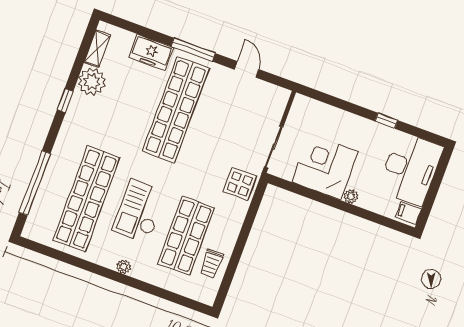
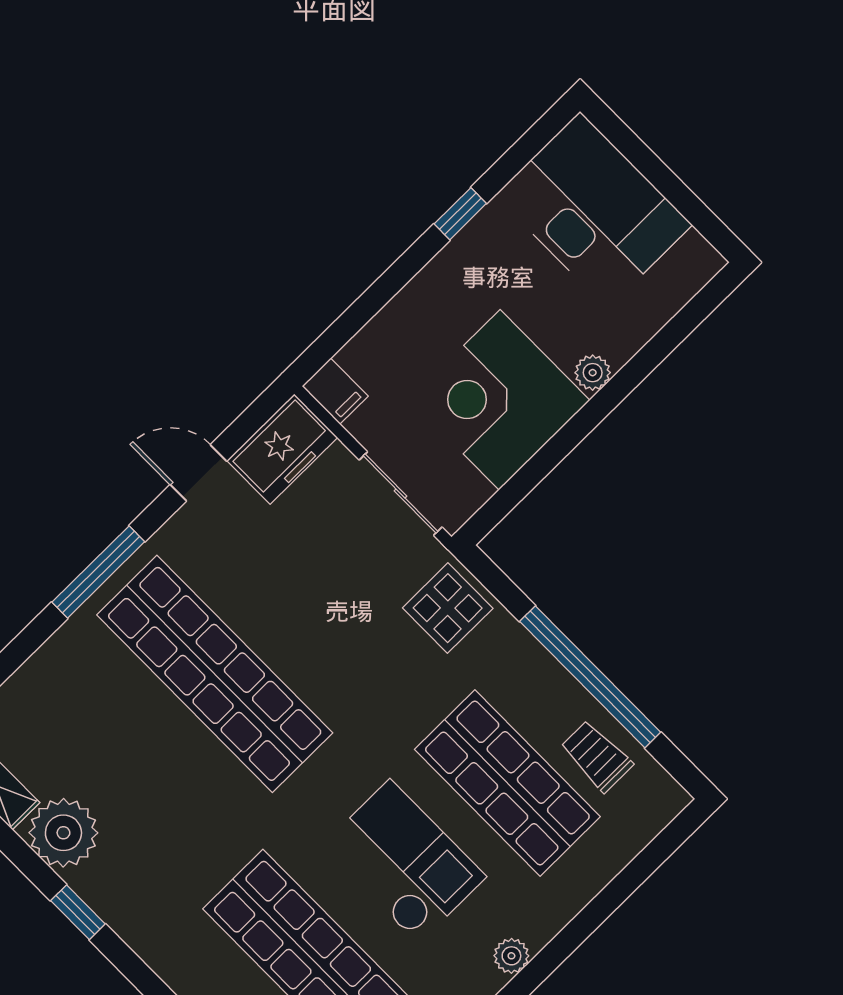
freezer: (151, 52) -> (282, 449), moved
checkout: (140, 211) -> (404, 862), turned 180
filing cabinet: (409, 213) -> (335, 391), moved, turned -90
window: (239, 248) -> (590, 677), added
trolley: (211, 264) -> (596, 756), turned 180

